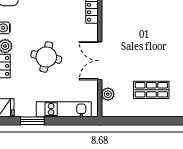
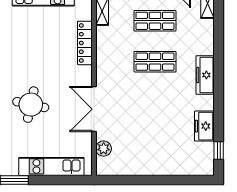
shop shelf: (151, 90) -> (155, 62), moved

